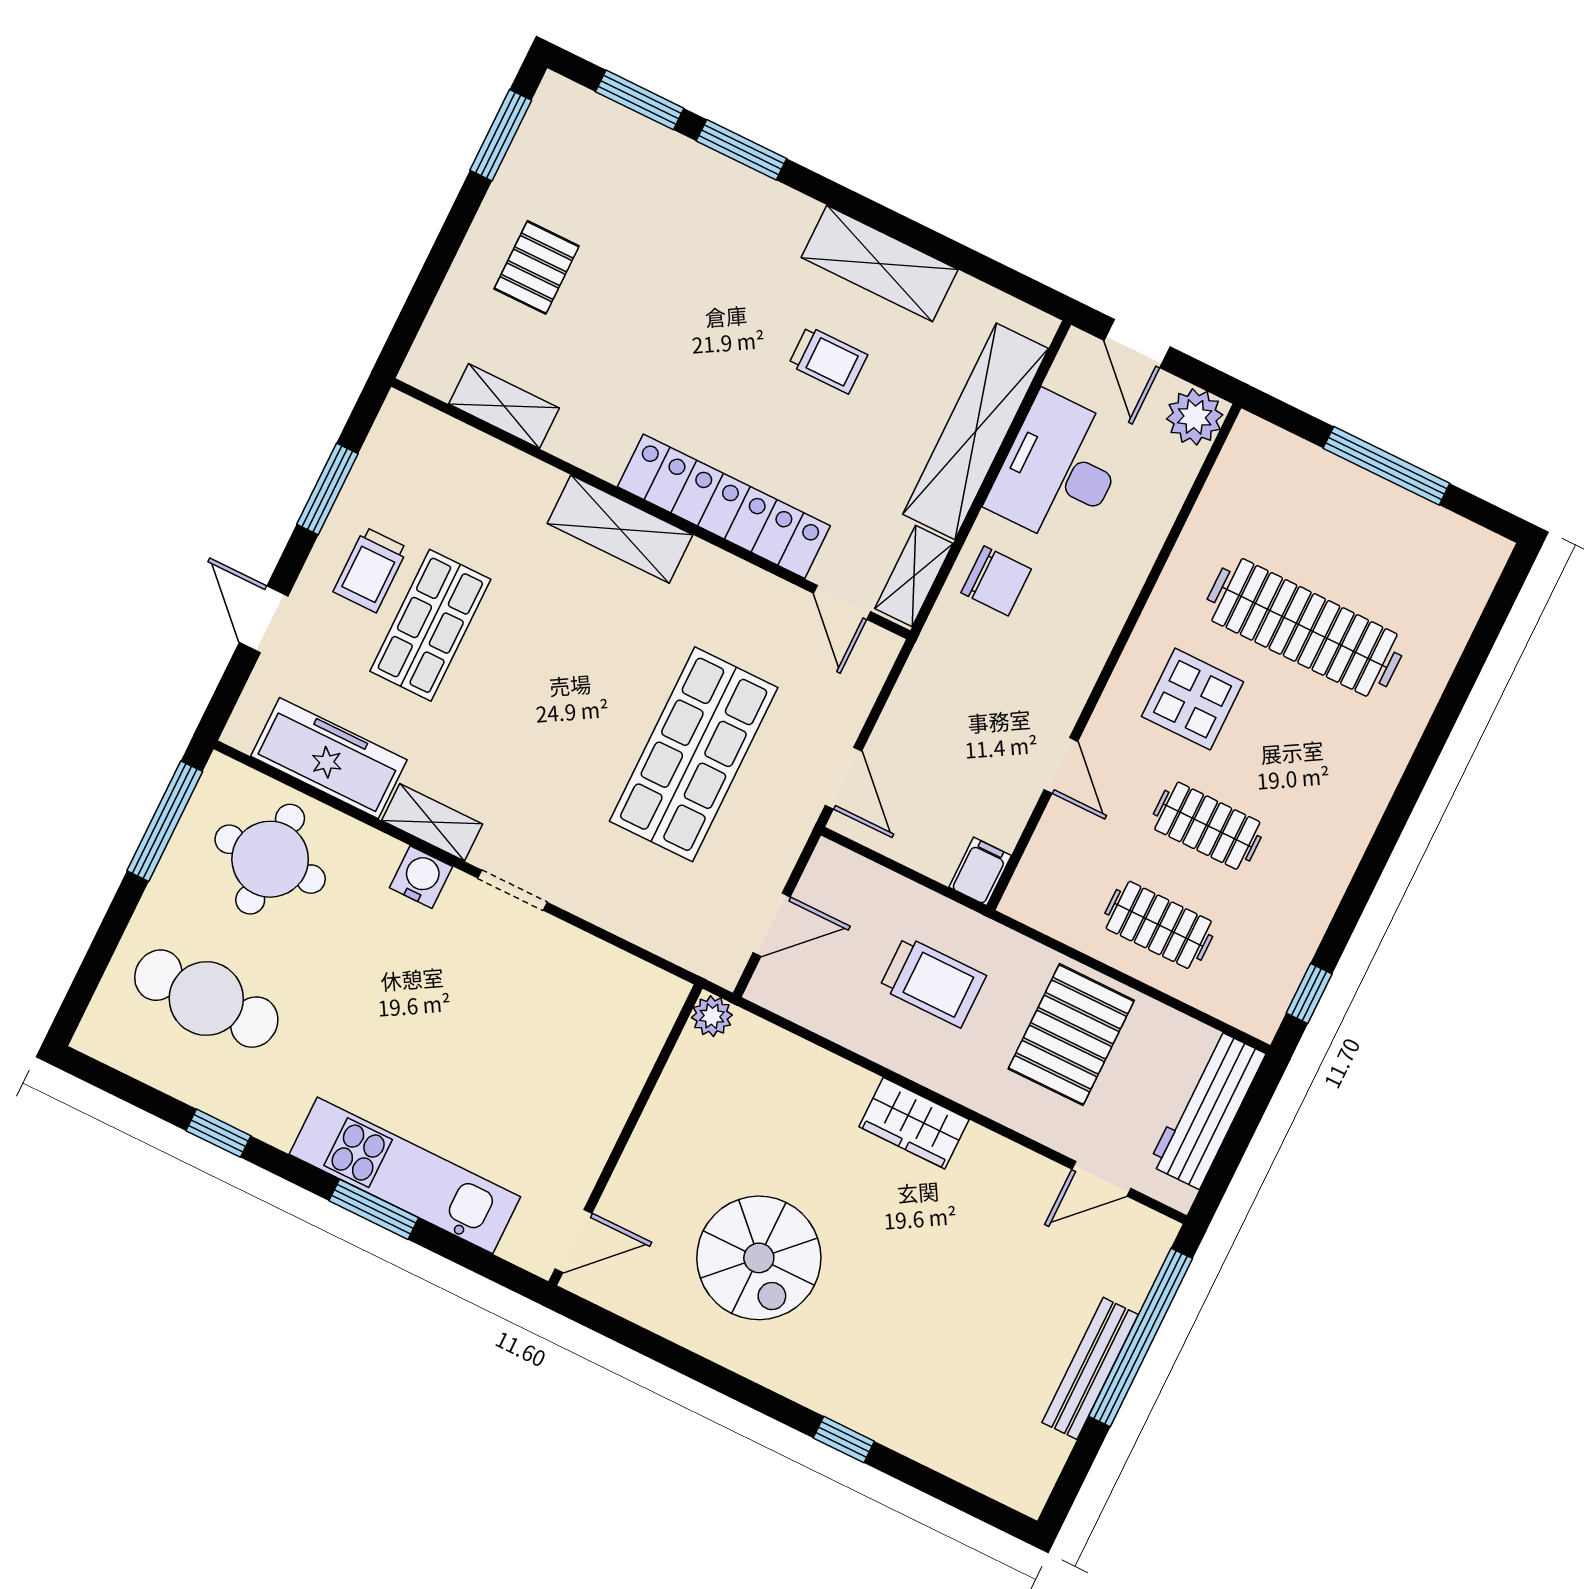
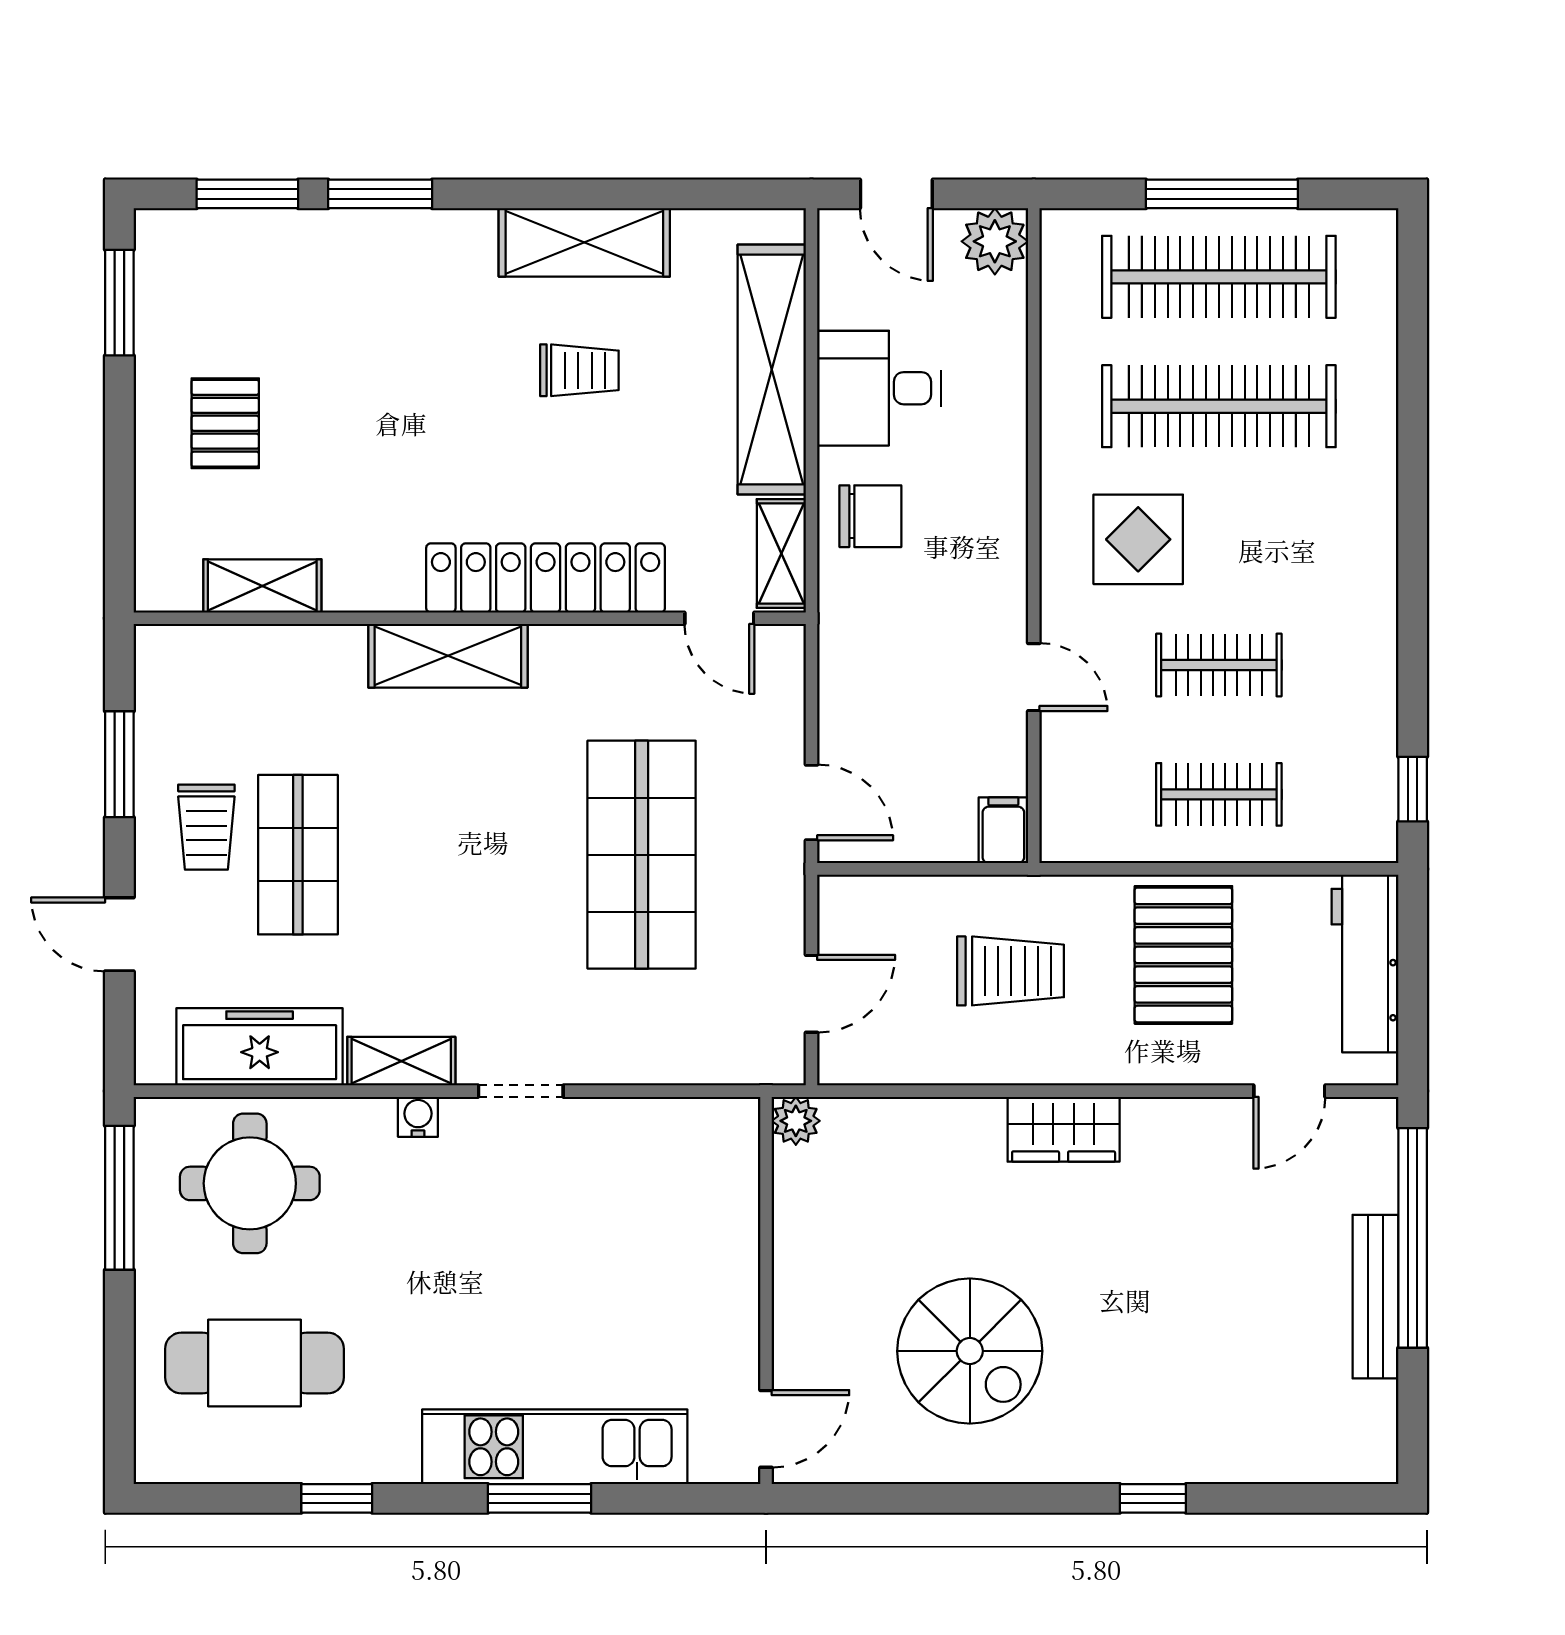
desk: (1059, 470) -> (879, 388), width x0.73
clothes rail: (1353, 528) -> (1219, 277), added
water cooler: (421, 877) -> (418, 1117), width x0.72, depth x0.72

